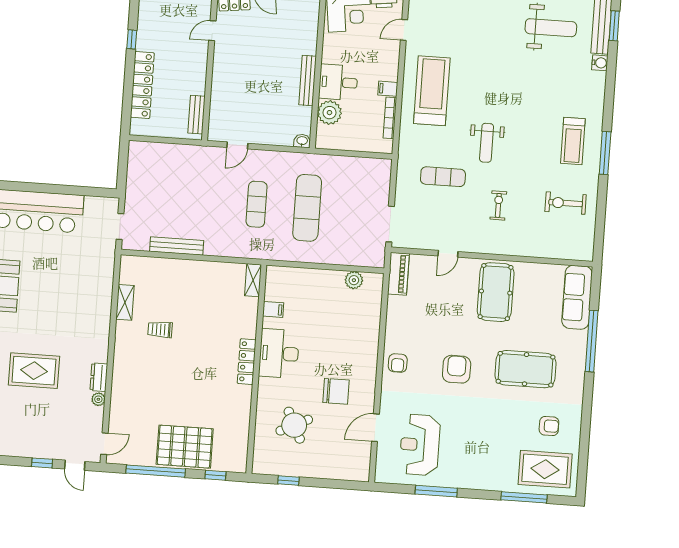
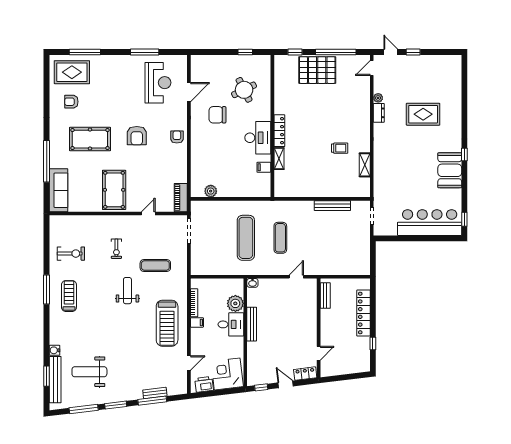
shelving: (253, 280) -> (279, 159), moved

